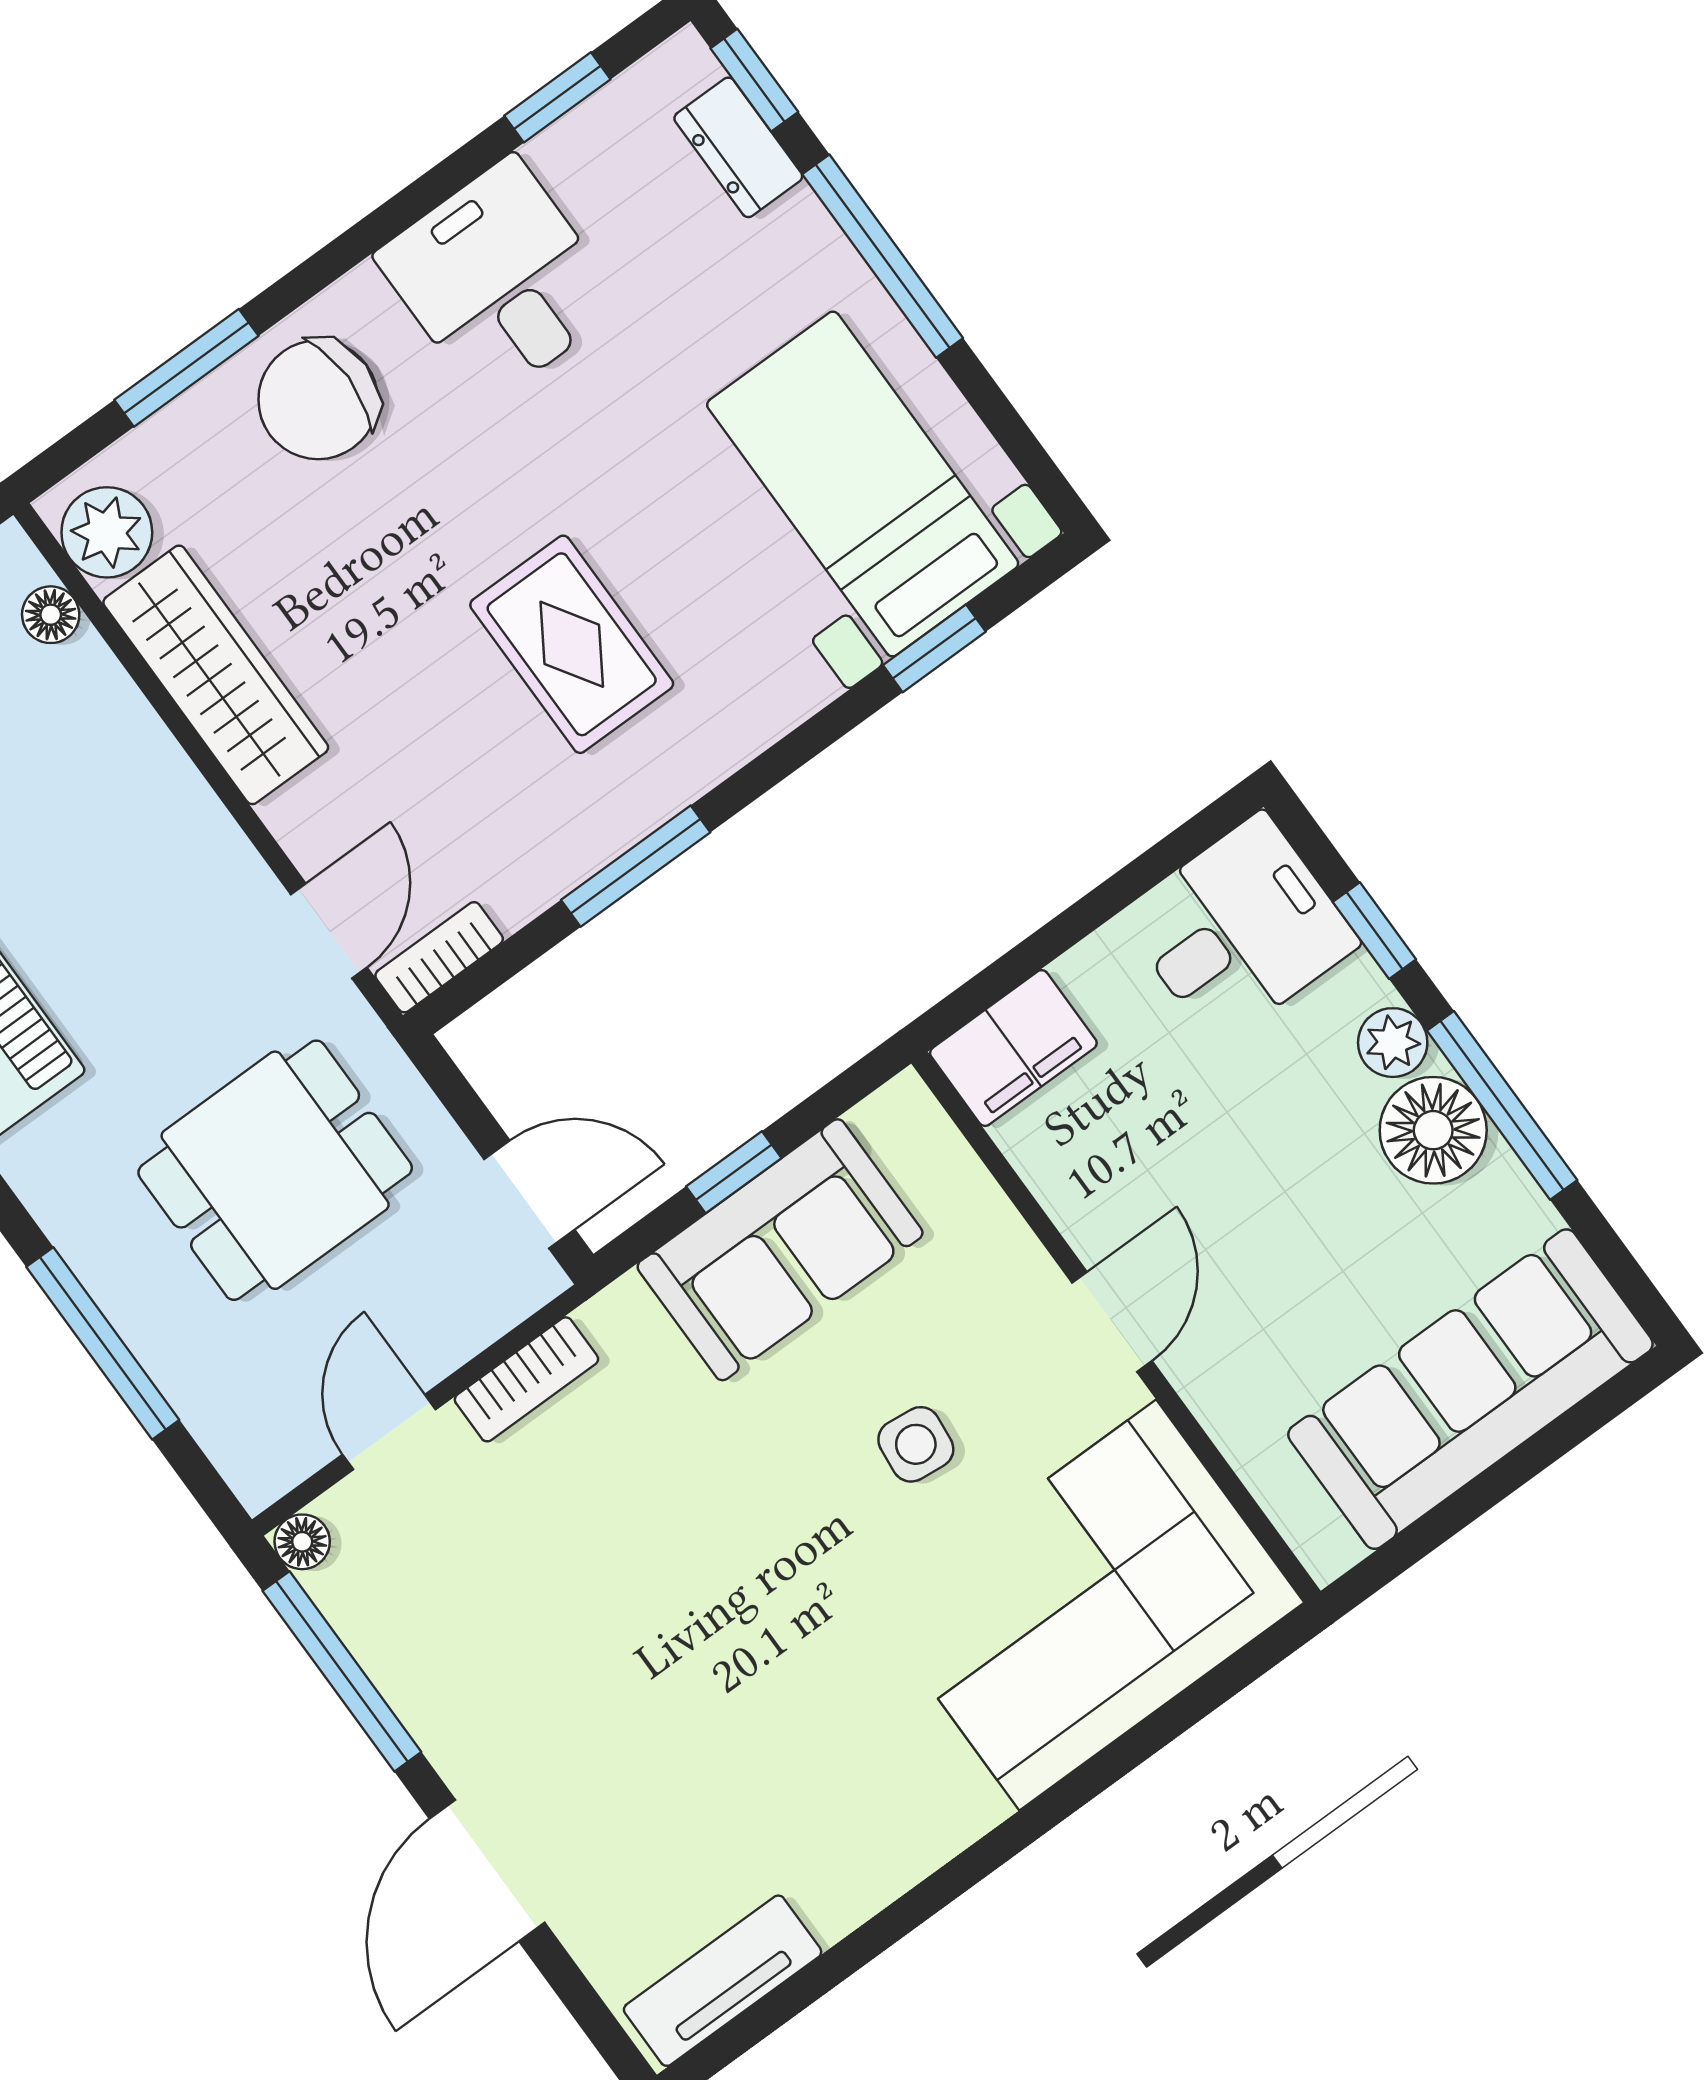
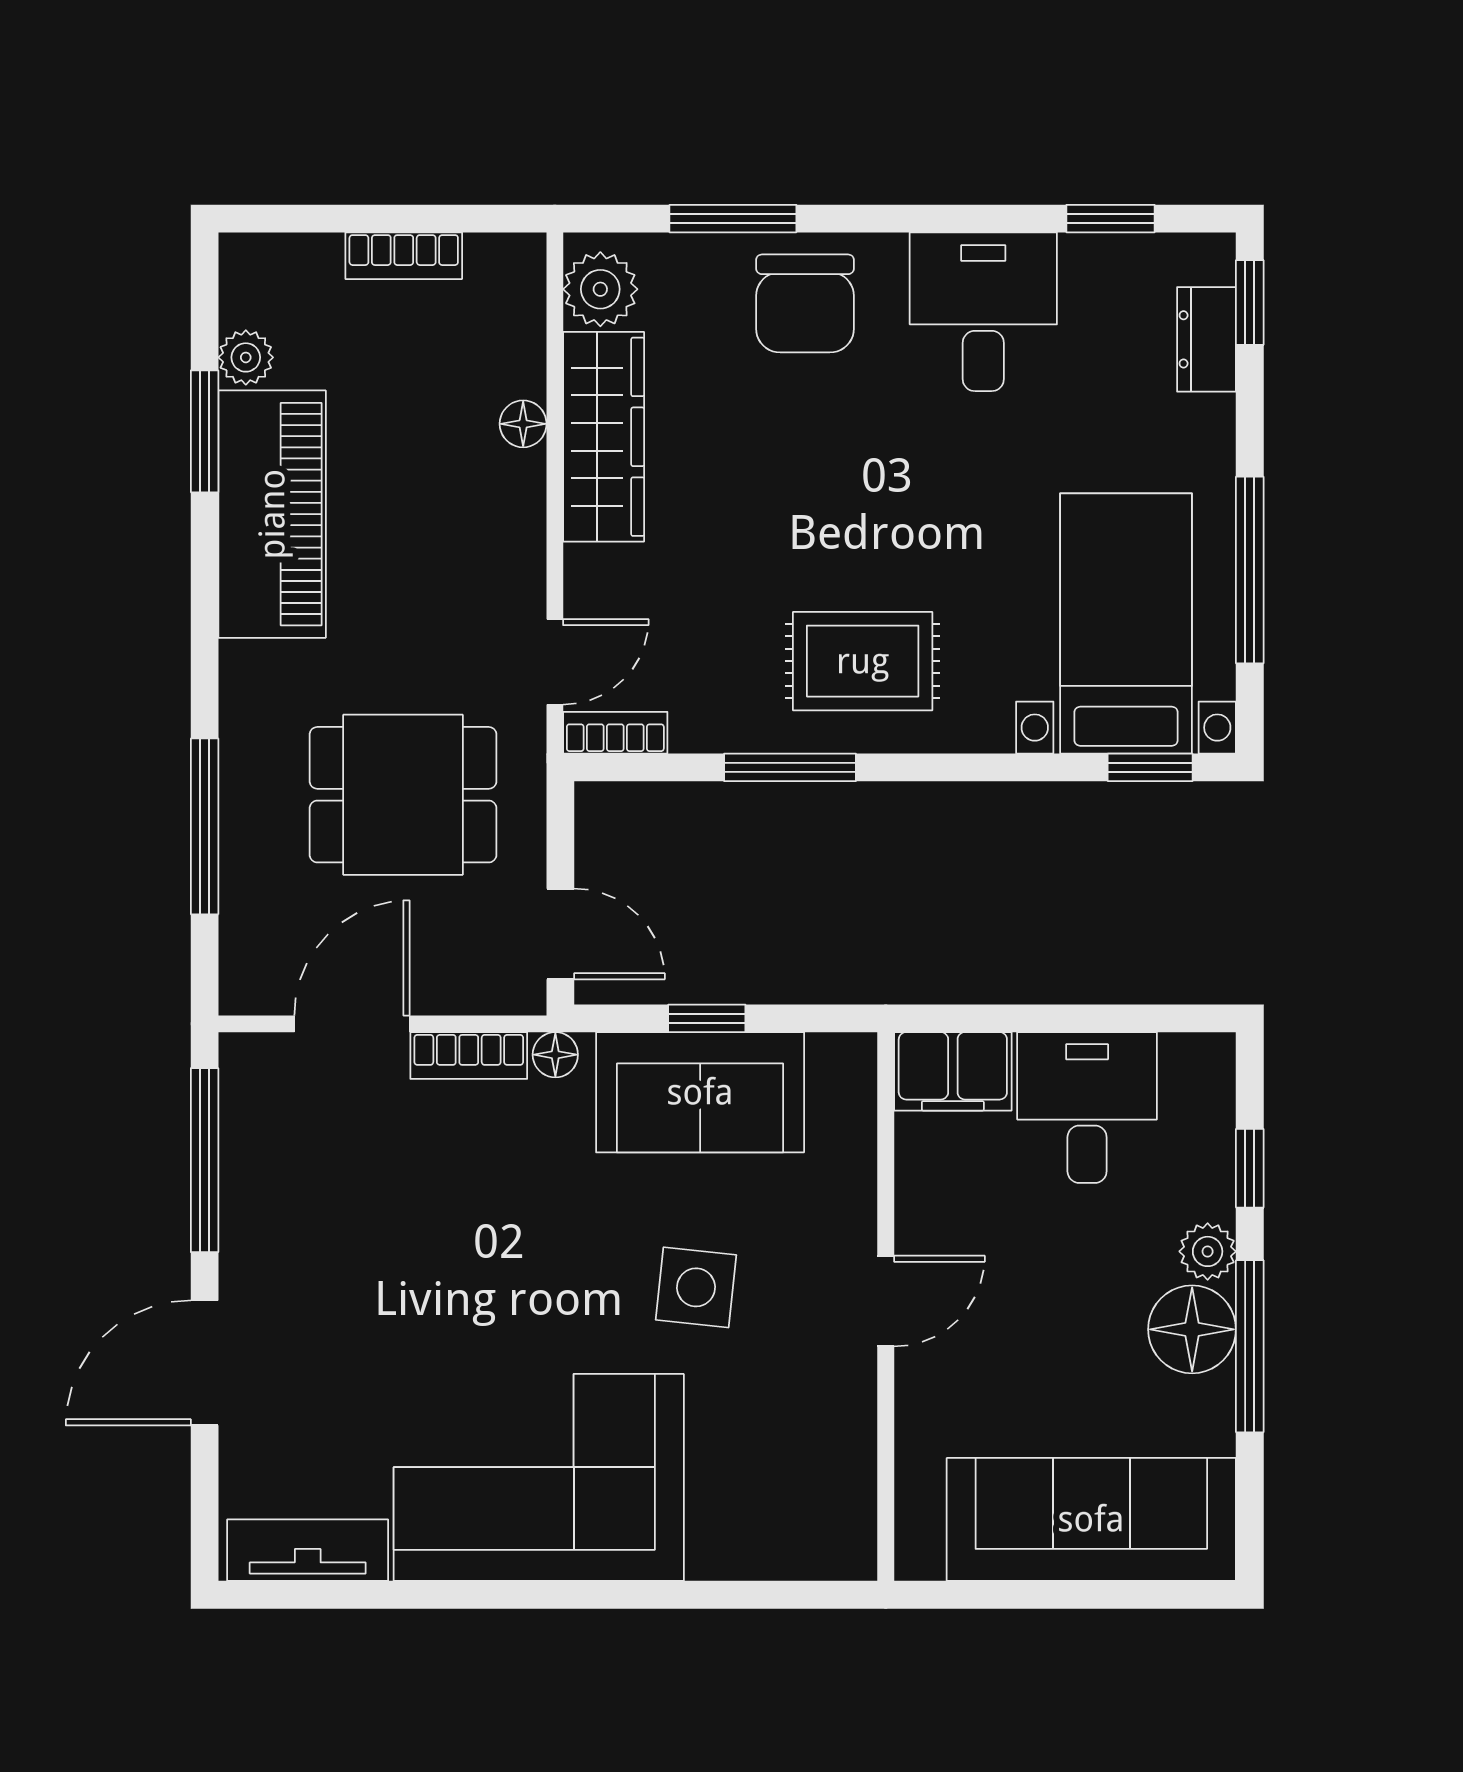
window: (883, 256) -> (1250, 570), moved
chair: (318, 400) -> (805, 303), turned -90
floor lamp: (51, 615) -> (523, 424), moved
rug: (572, 644) -> (863, 661), moved, turned 90
window: (934, 648) -> (1150, 767), moved
desk: (1239, 929) -> (1087, 1108), moved, turned -90
door: (389, 1432) -> (352, 1024), width x1.38
side table: (916, 1444) -> (696, 1287), width x1.37, depth x1.37
floor lamp: (302, 1542) -> (555, 1055), moved
corner sofa: (1088, 1605) -> (539, 1477), moved

